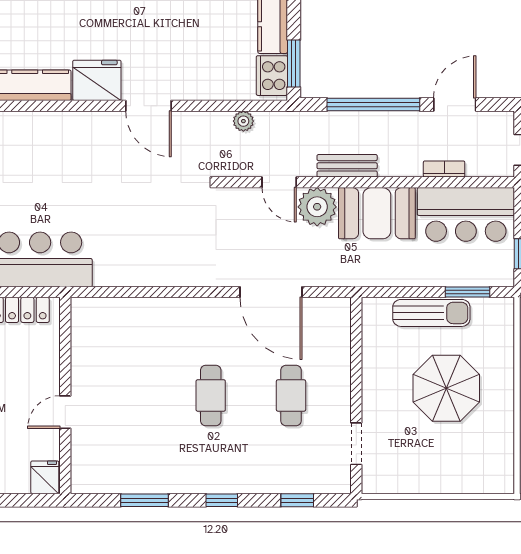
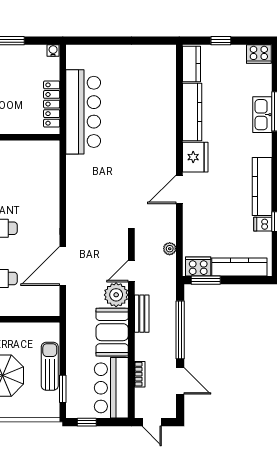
sun lounger: (431, 313) -> (50, 366), turned 180

